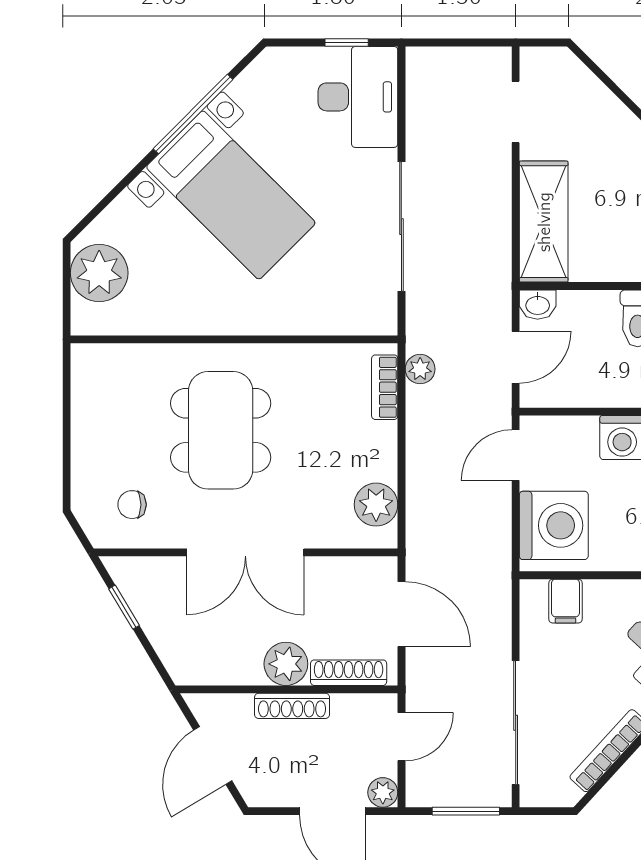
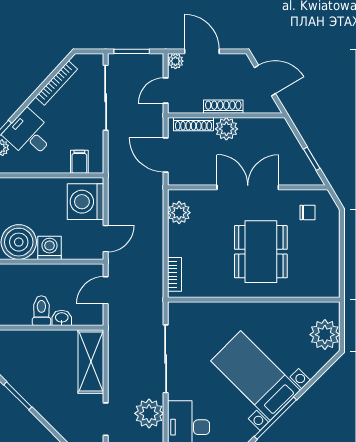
washbasin: (538, 305) -> (62, 318), moved
plant: (420, 369) -> (149, 413), moved, width x1.87, depth x1.87
door: (213, 756) -> (265, 81), hinge flipped

